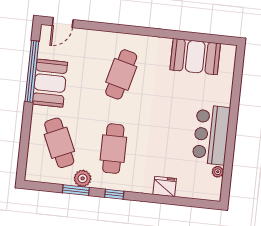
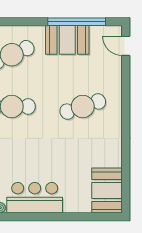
booth: (195, 57) -> (107, 191), moved
cafe table: (121, 74) -> (83, 106), turned -33

